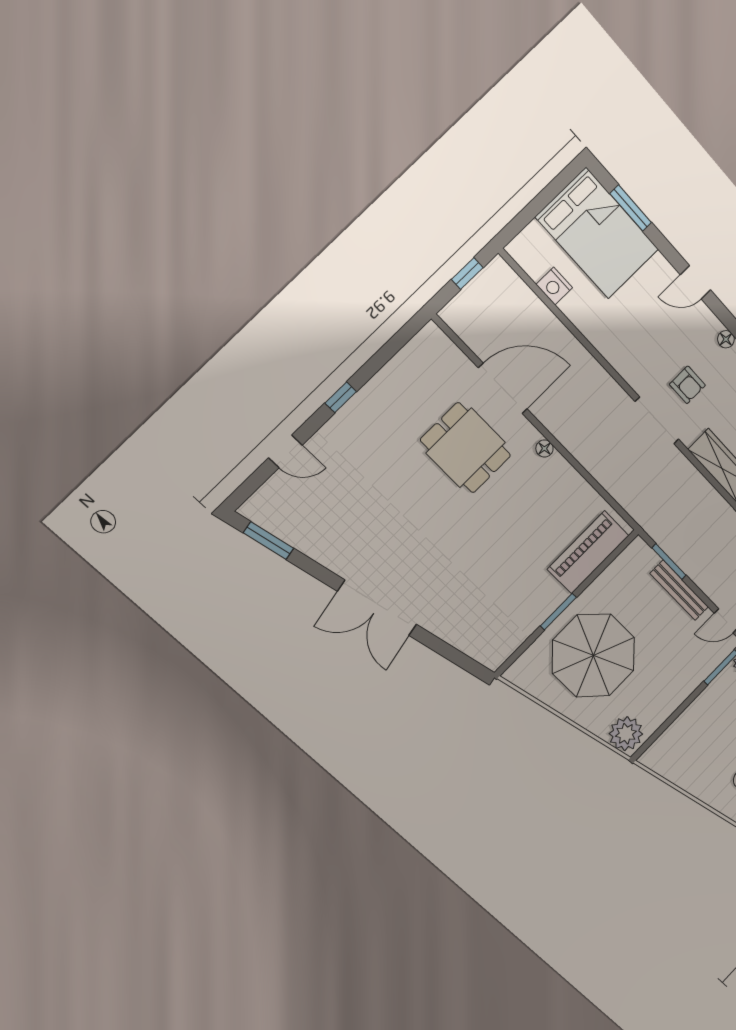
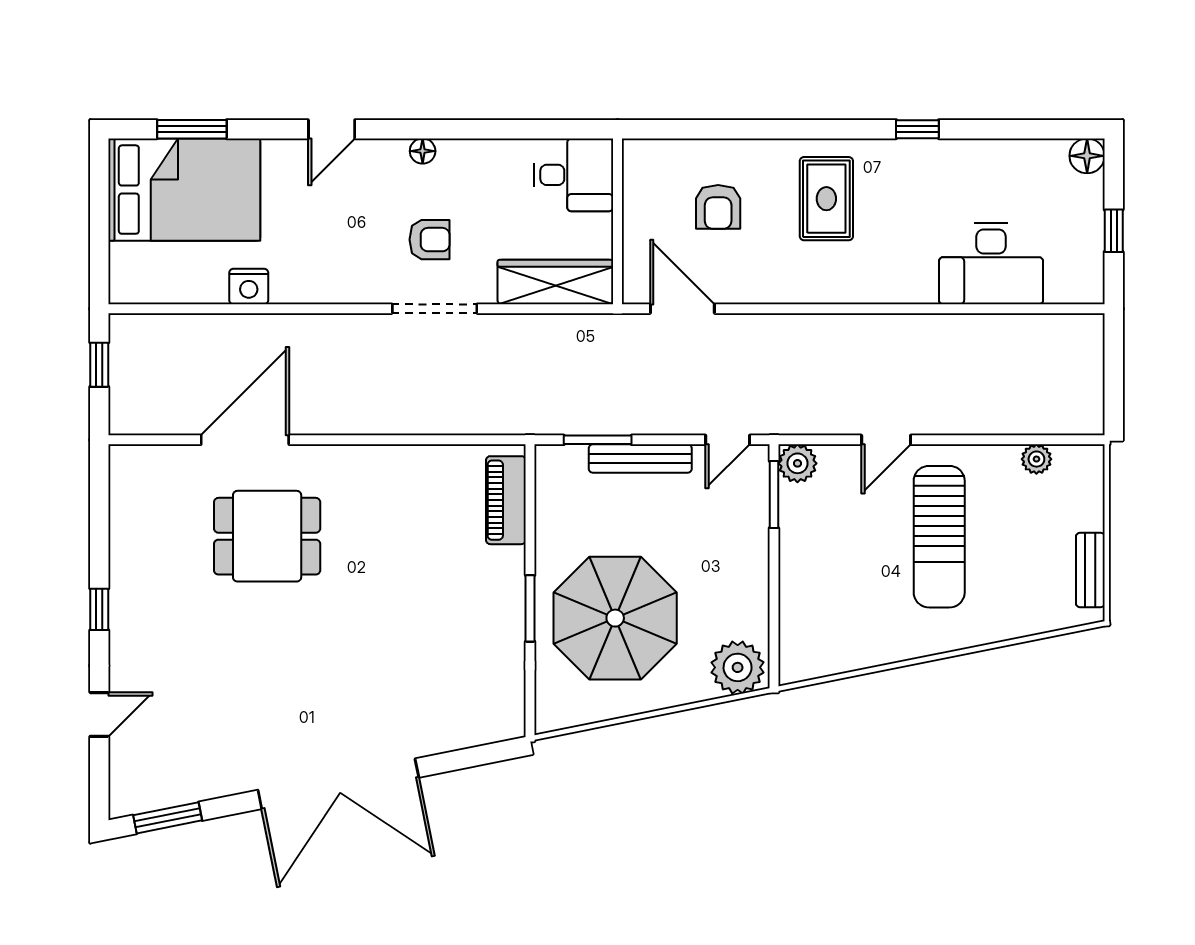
nightstand: (554, 286) -> (249, 286), moved
floor lamp: (544, 449) -> (347, 456), removed
piano: (588, 552) -> (506, 500), width x0.73, depth x0.75
double door: (377, 608) -> (338, 784), width x1.36

